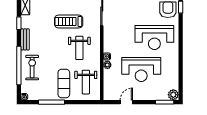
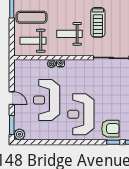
treadmill: (69, 21) -> (98, 22), turned 180
door: (126, 102) -> (12, 98), moved

